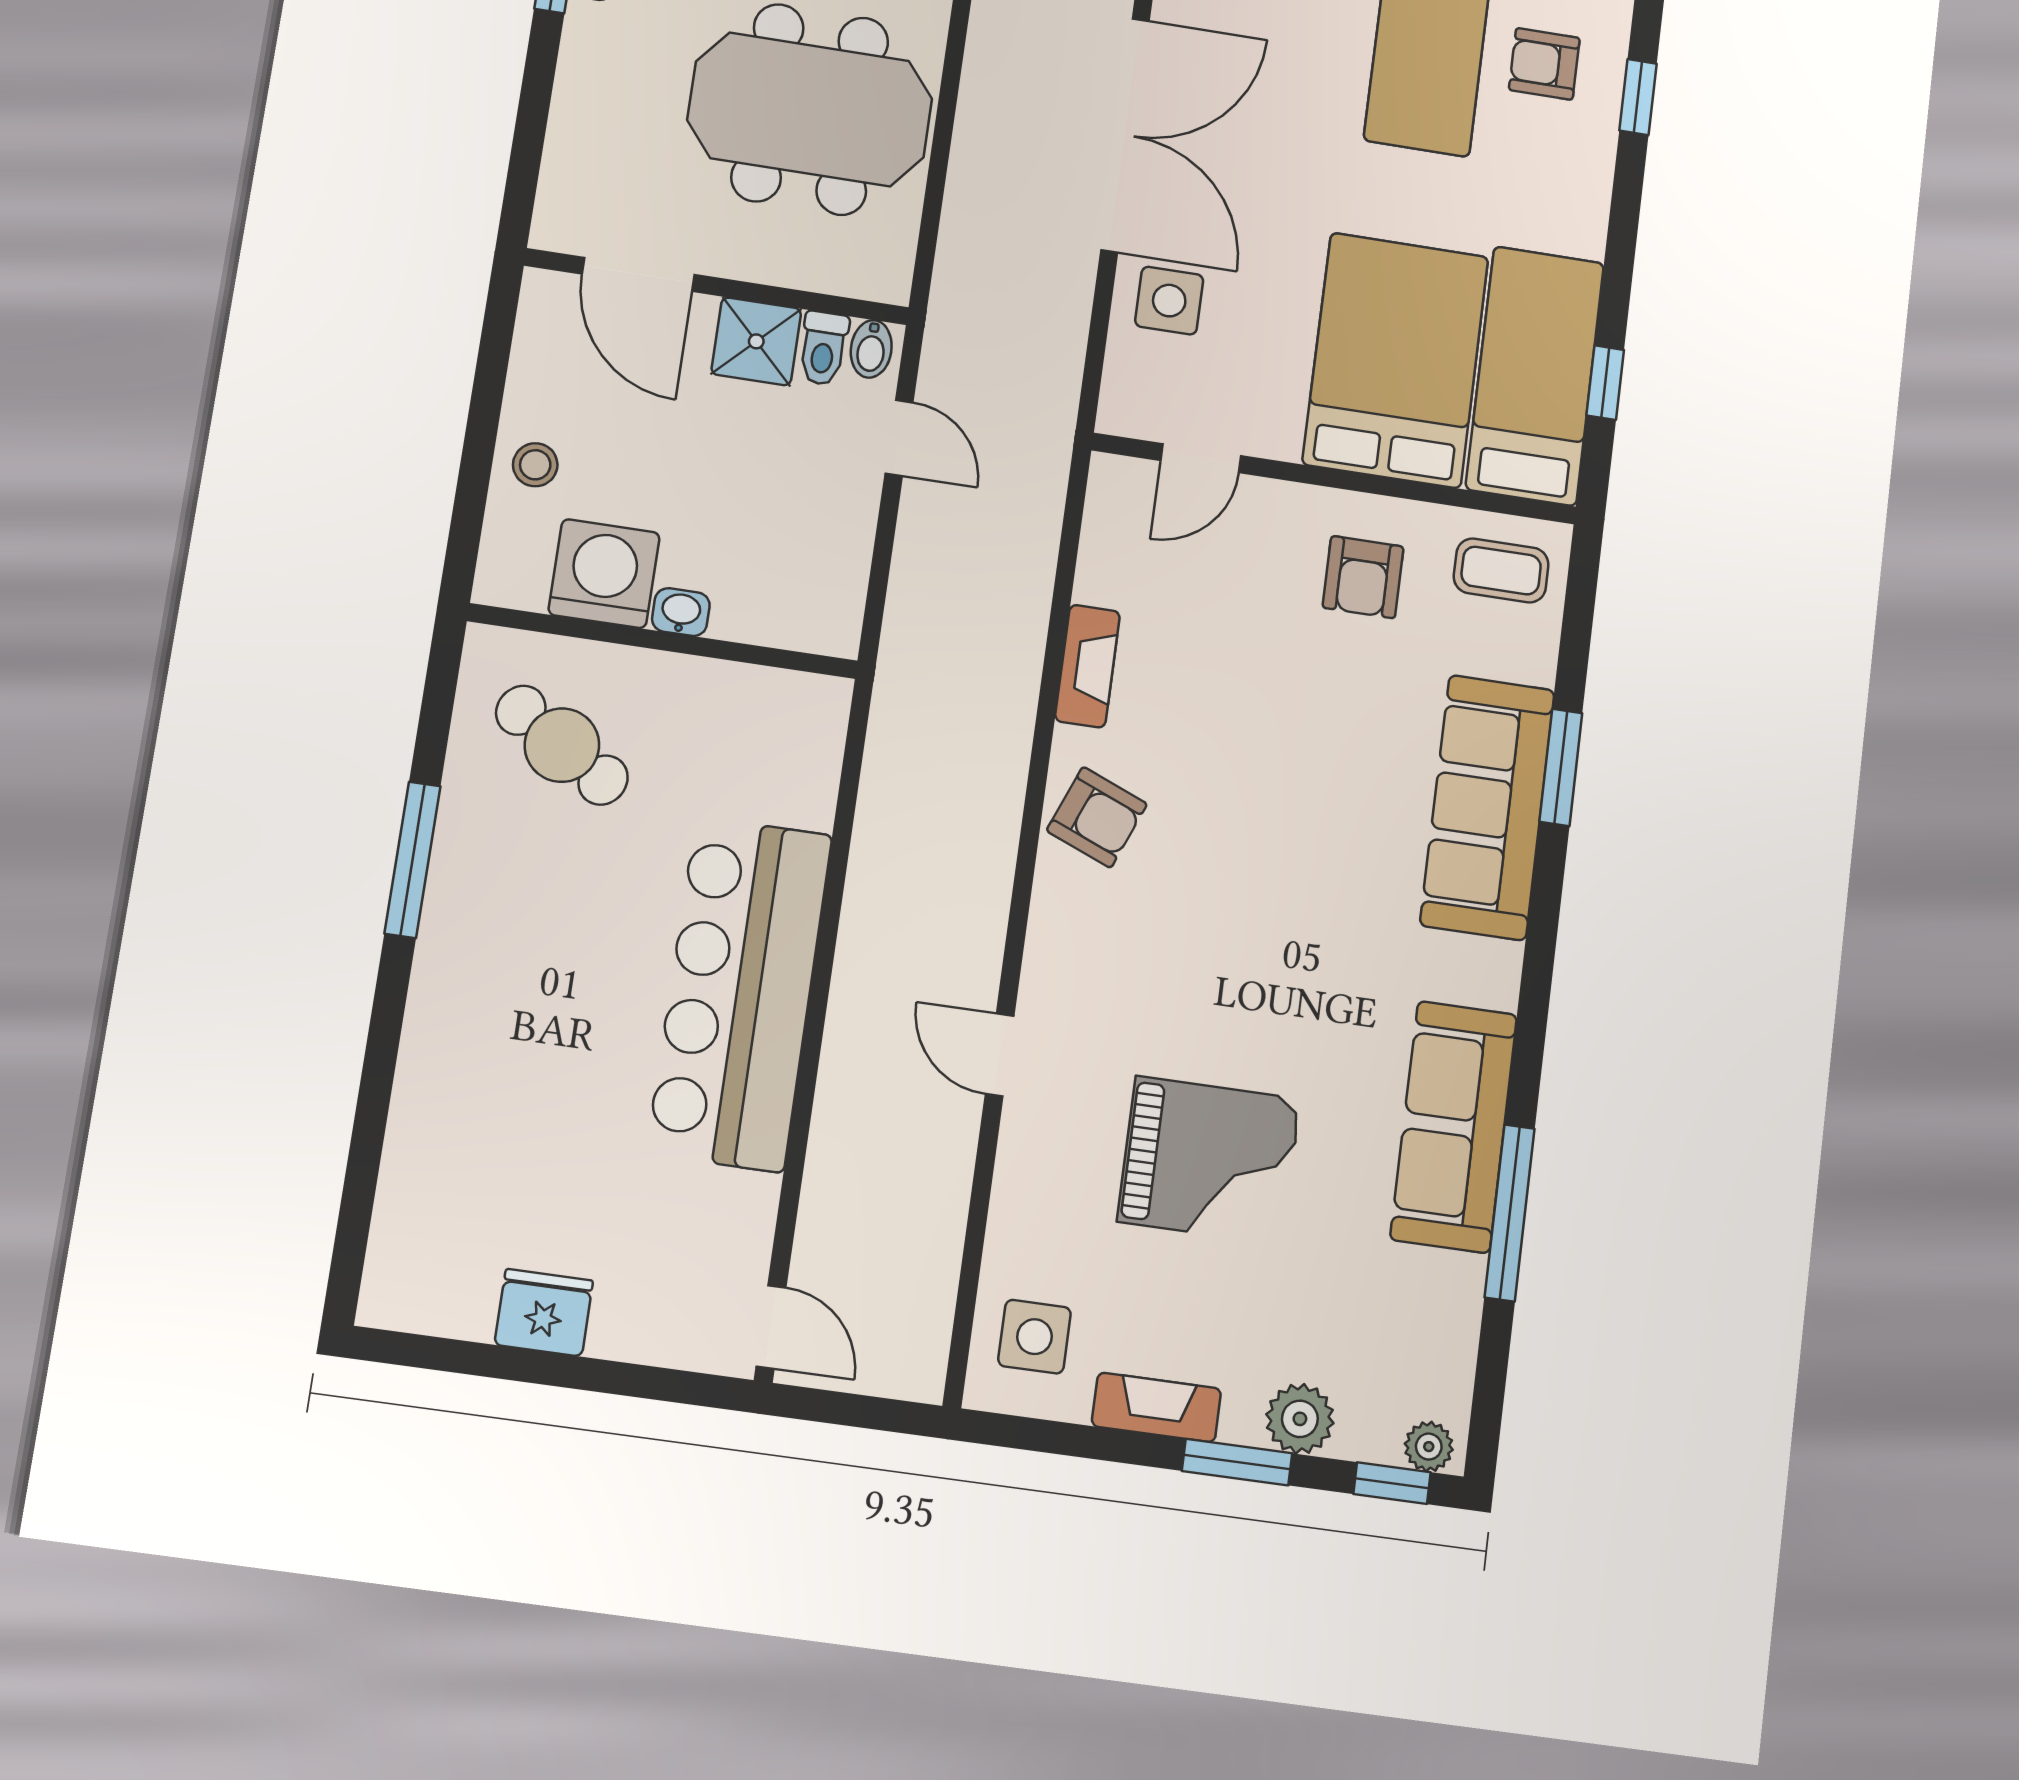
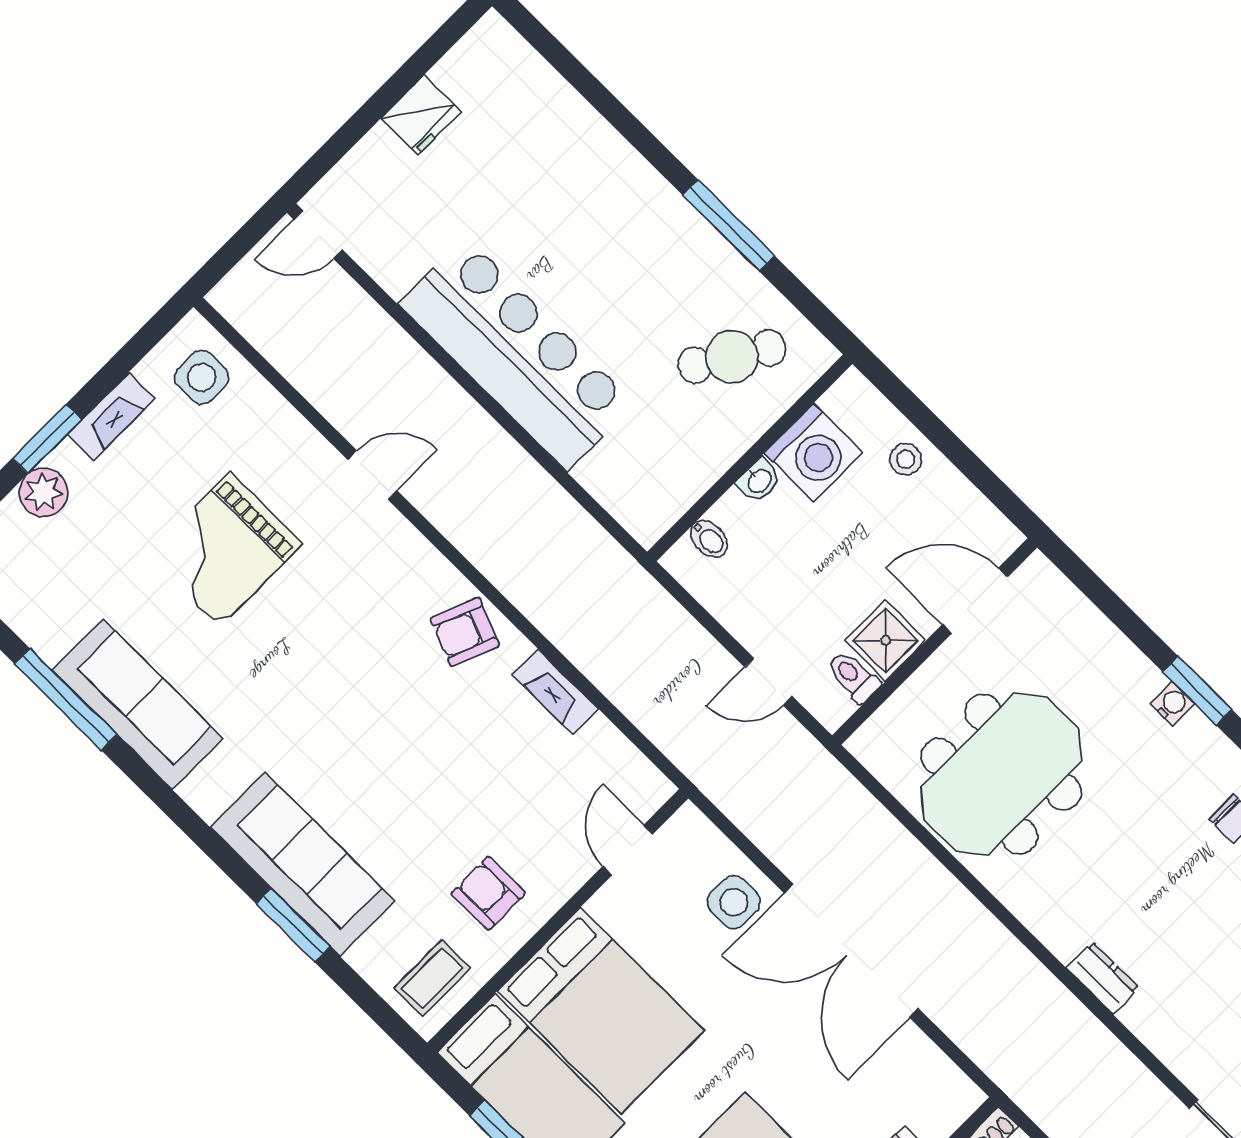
bidet: (871, 349) -> (709, 539), moved, turned 180

